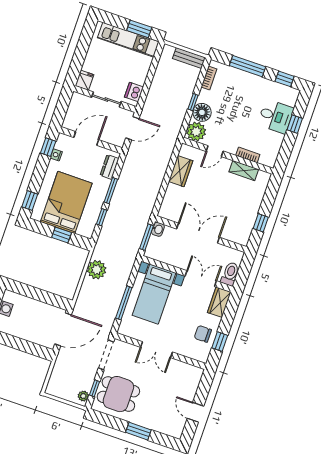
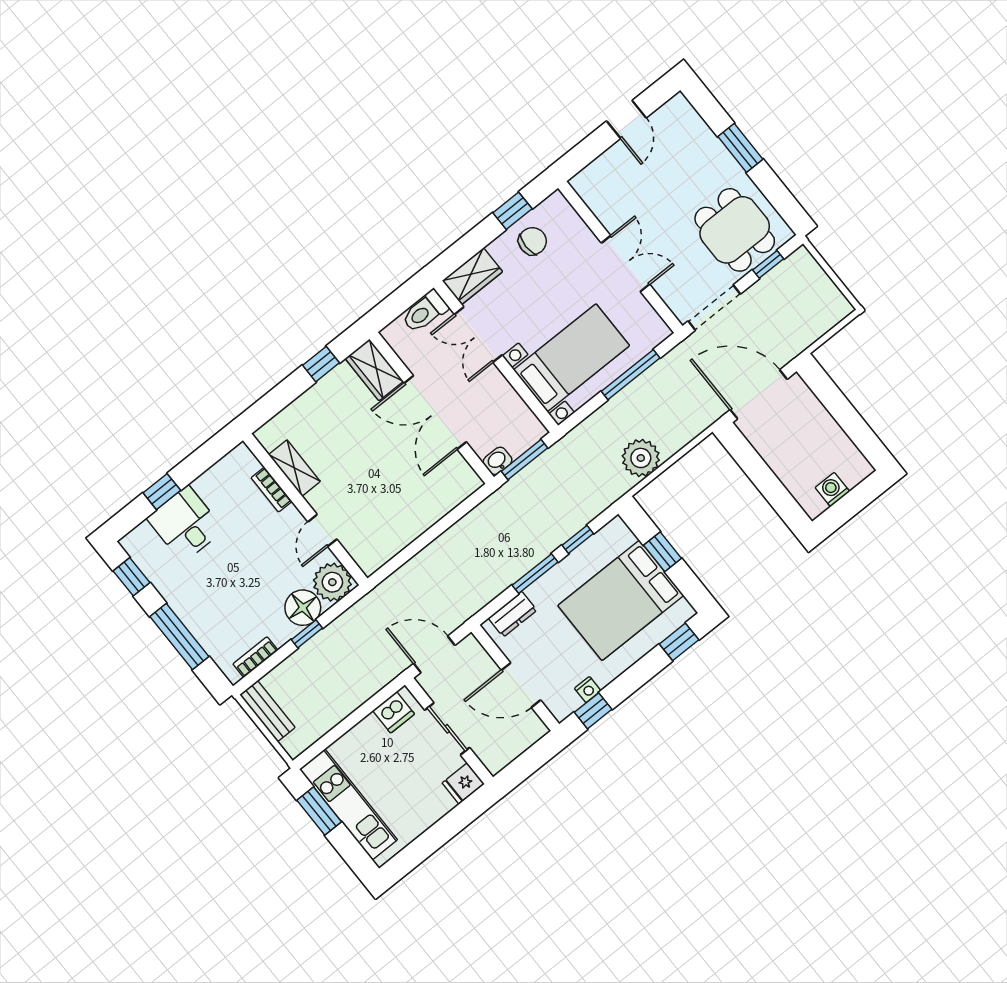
door: (215, 151) -> (322, 530), swing flipped
wardrobe: (181, 171) -> (374, 370), moved, turned -90
chair: (203, 334) -> (533, 241), turned -90
plant: (83, 396) -> (795, 263), removed

